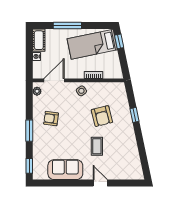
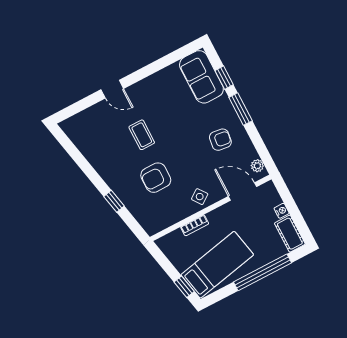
window: (67, 25) -> (263, 272), width x1.46
door: (54, 80) -> (243, 191), swing flipped
armchair: (102, 116) -> (156, 178), turned -76
window: (29, 166) -> (224, 78), moved
sofa: (65, 170) -> (201, 77), moved, turned 90

